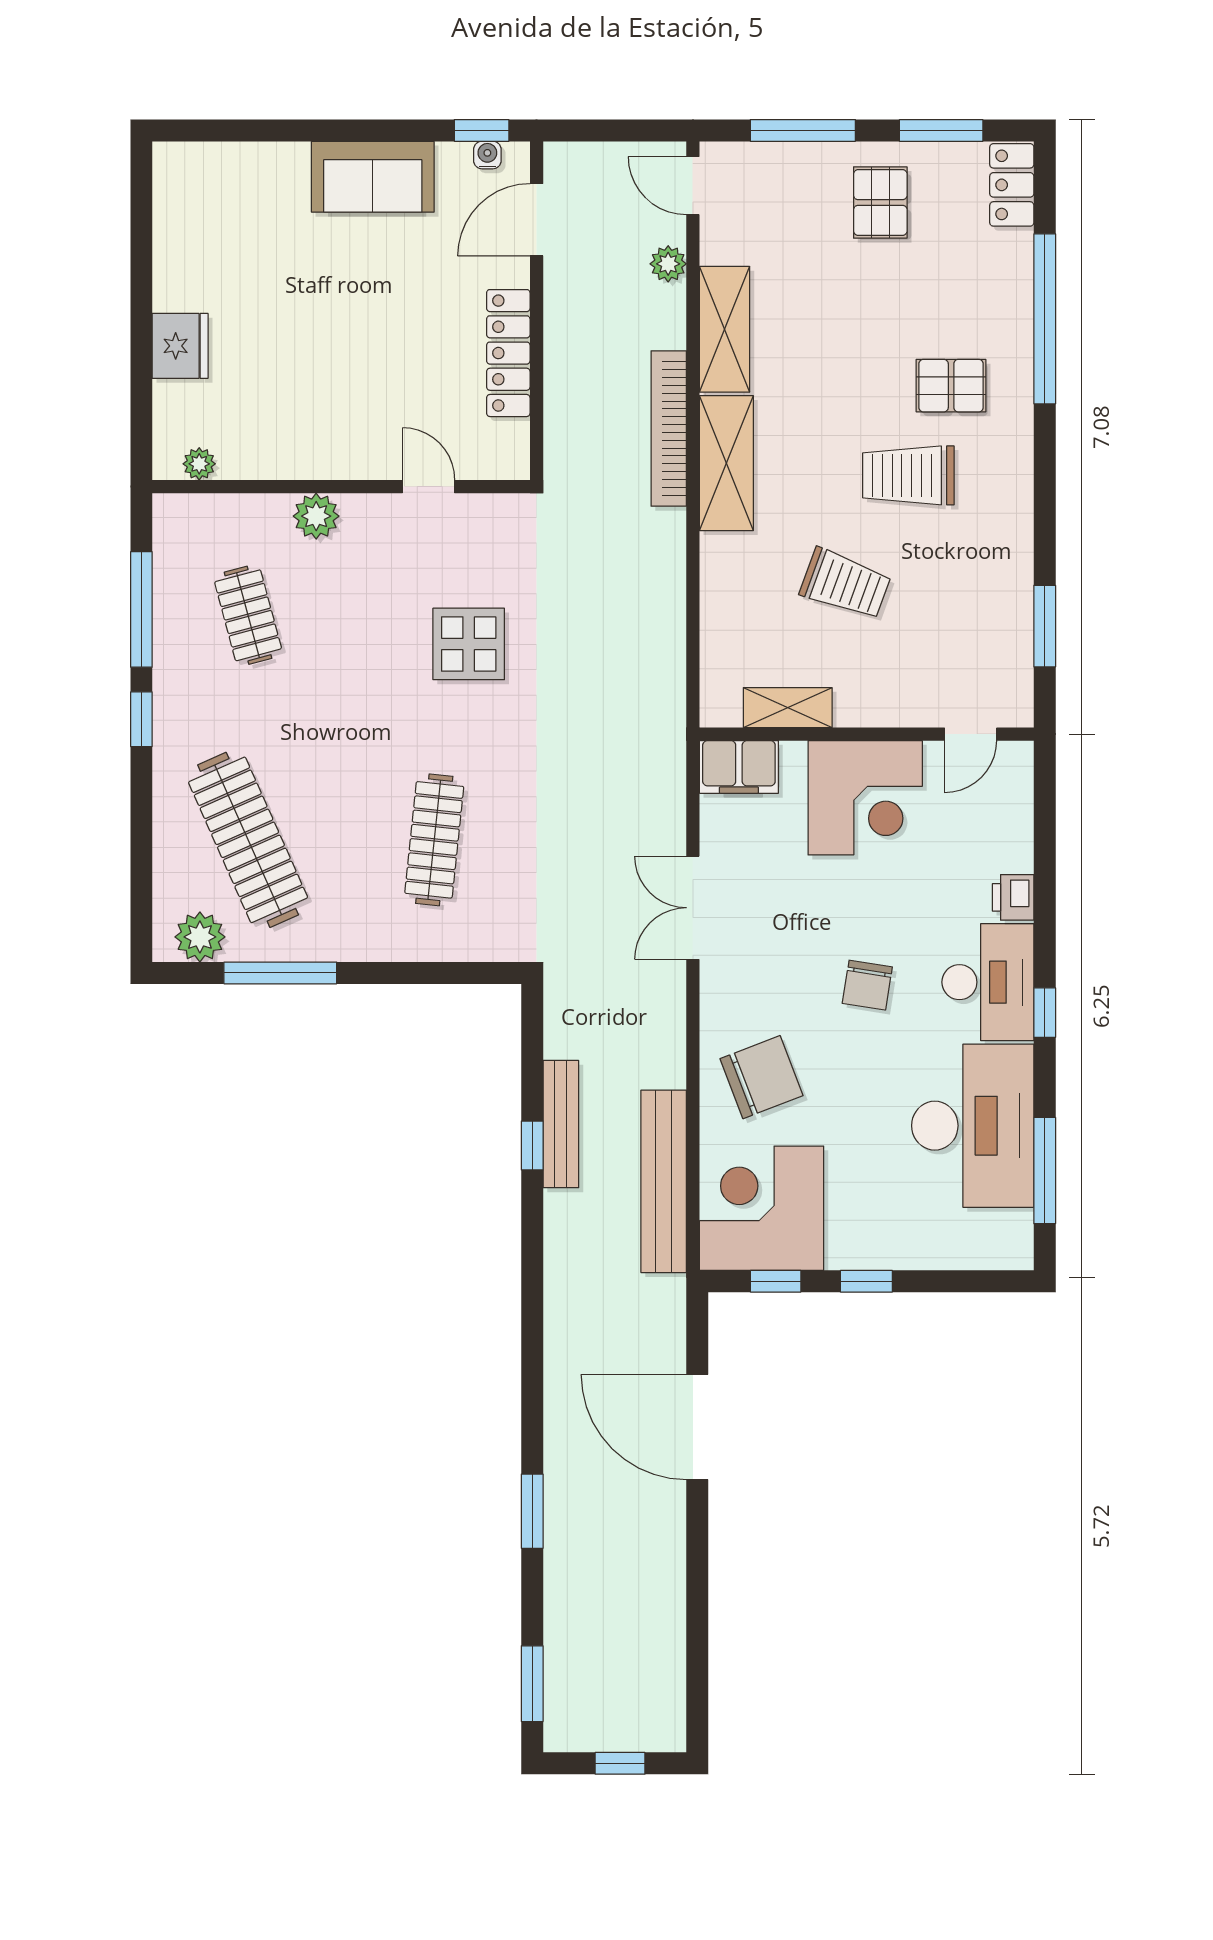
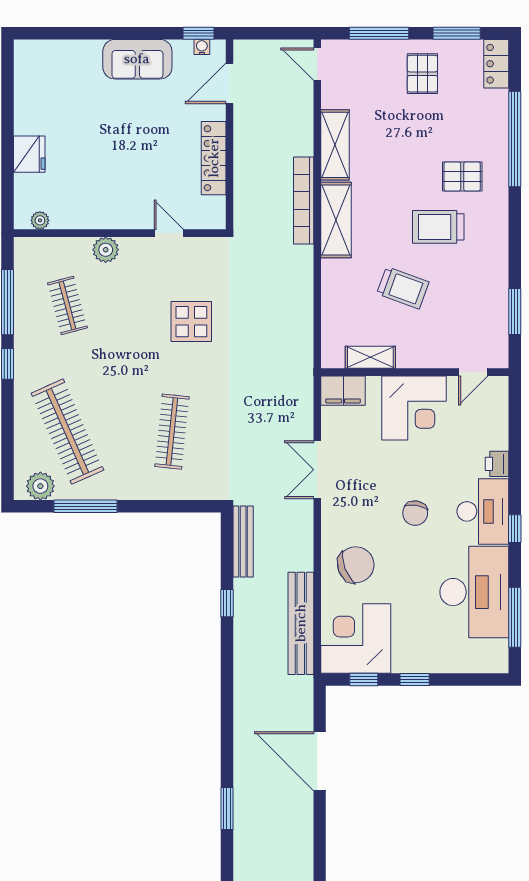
plant: (668, 264) -> (303, 108), removed
bench: (561, 1124) -> (243, 541), moved

